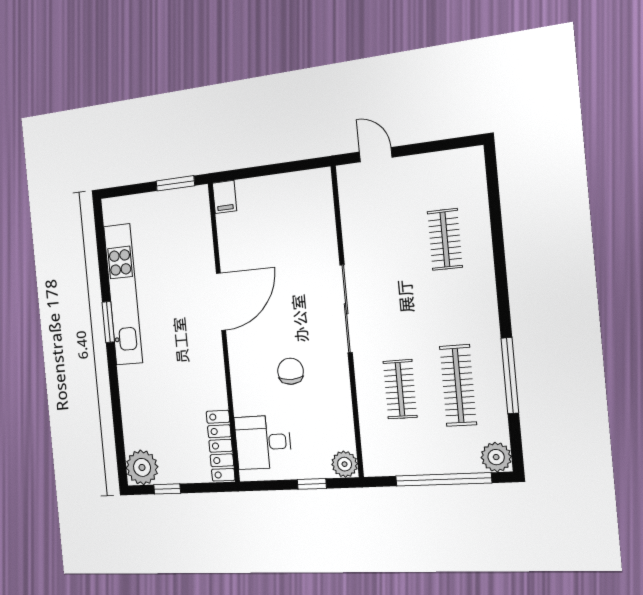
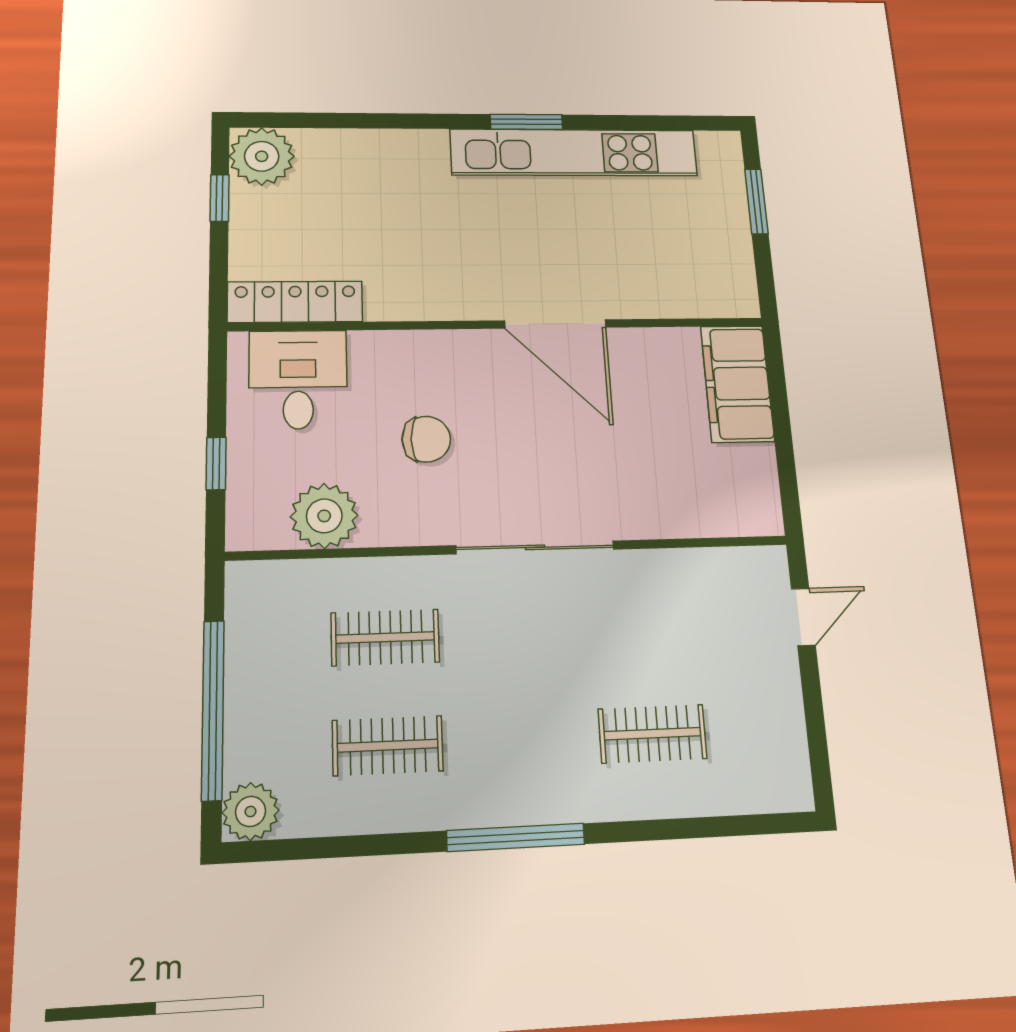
window: (175, 183) -> (756, 201), moved
filing cabinet: (225, 197) -> (737, 384), width x3.00, depth x1.17
window: (510, 376) -> (516, 837), moved
clothes rail: (458, 385) -> (388, 746), width x0.73
plant: (345, 464) -> (324, 516), moved, width x1.36, depth x1.36

